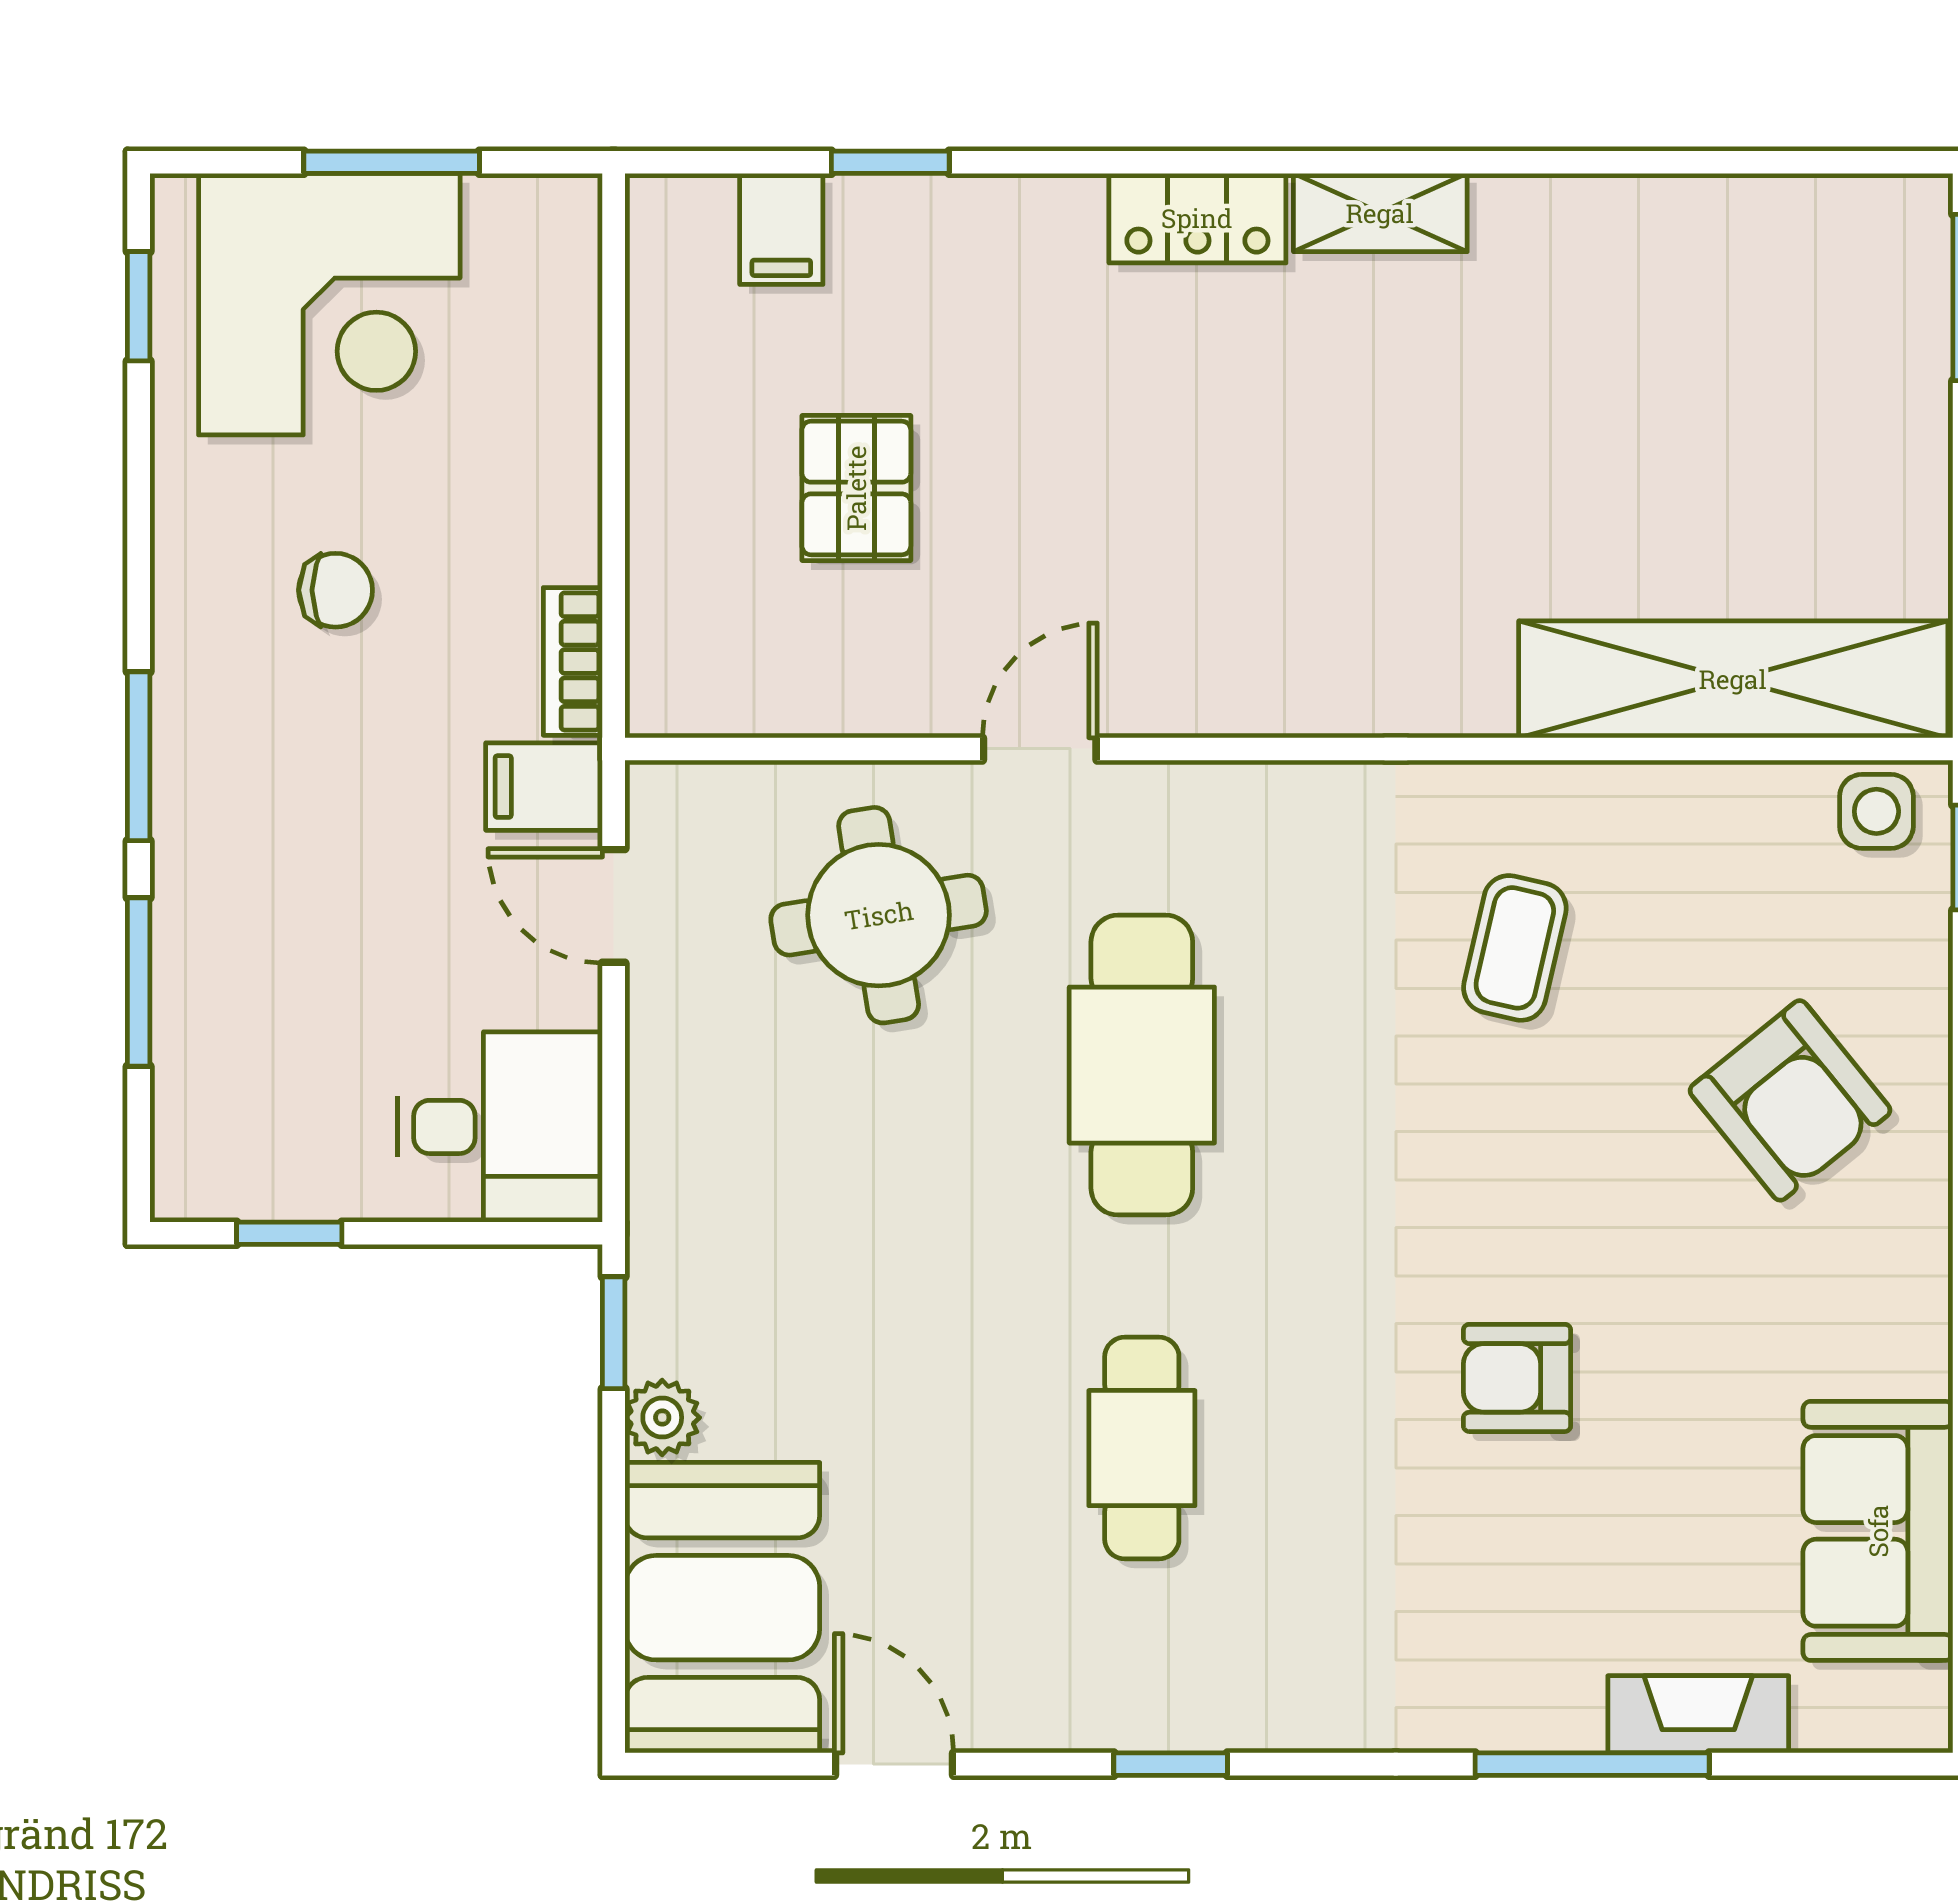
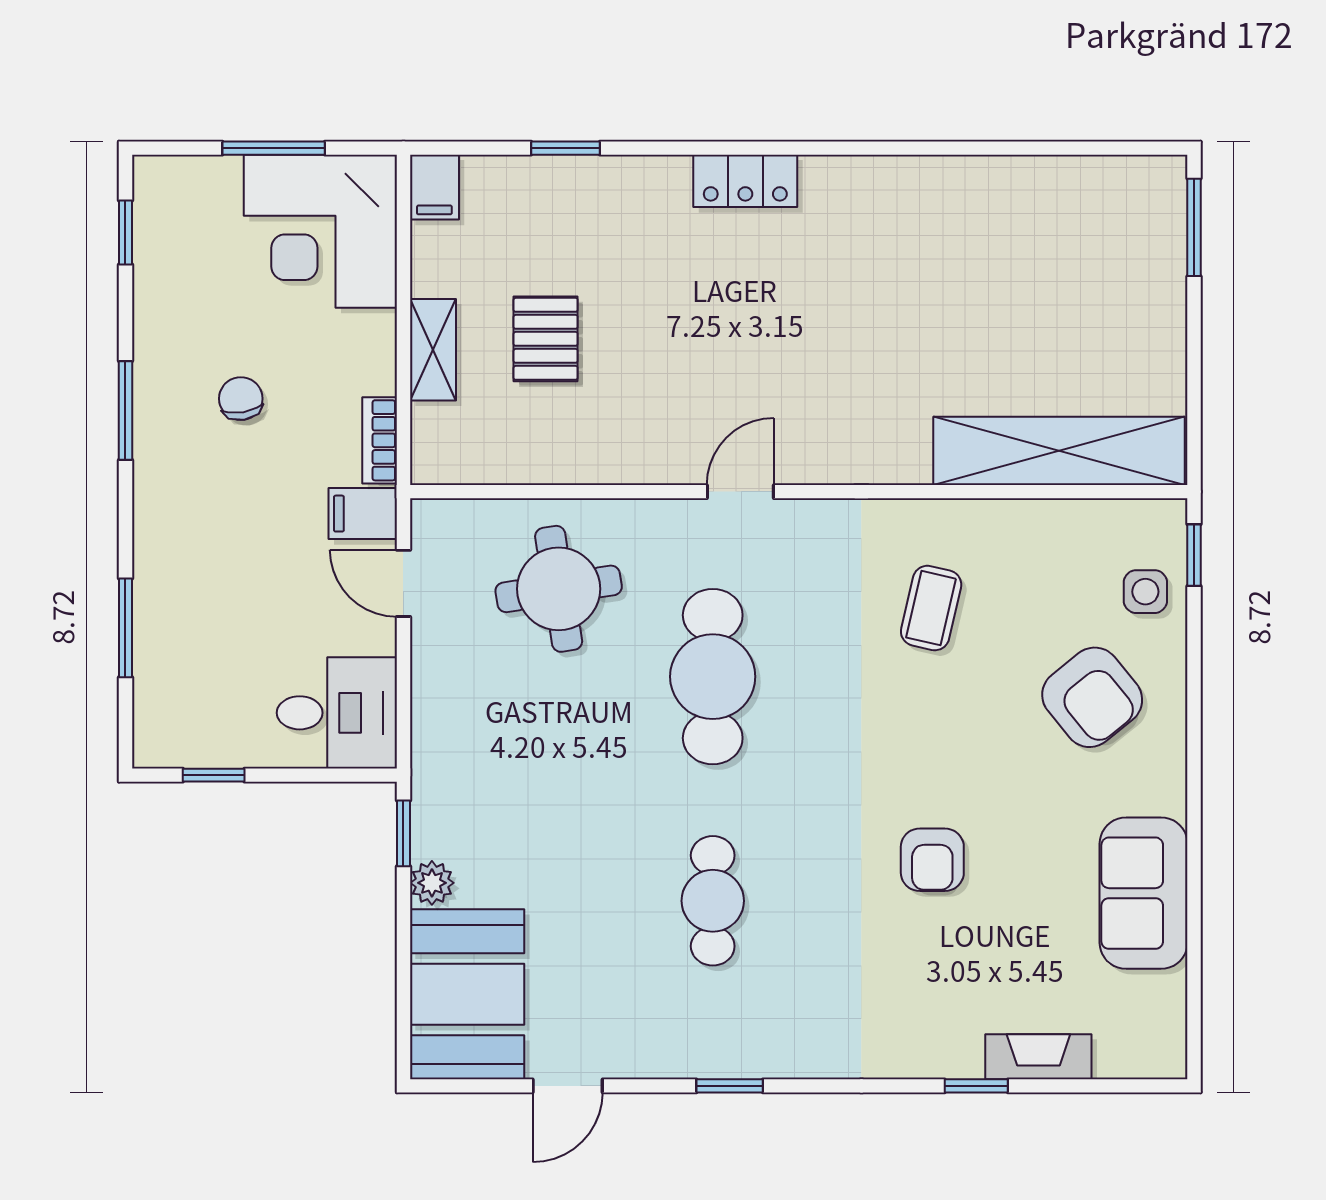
shelving: (1380, 213) -> (433, 350), moved, turned 90
filing cabinet: (781, 229) -> (434, 187), moved
corner desk: (329, 304) -> (320, 231), moved, turned 90
chair: (336, 590) -> (241, 399), turned -99
door: (1040, 749) -> (740, 492), moved
window: (139, 756) -> (125, 410), moved
side table: (1876, 811) -> (1145, 592), moved
armchair: (1517, 1378) -> (932, 860), turned -90
sofa: (1878, 1531) -> (1144, 893), moved
door: (894, 1764) -> (568, 1086), swing flipped
window: (1592, 1764) -> (976, 1086), width x0.46

